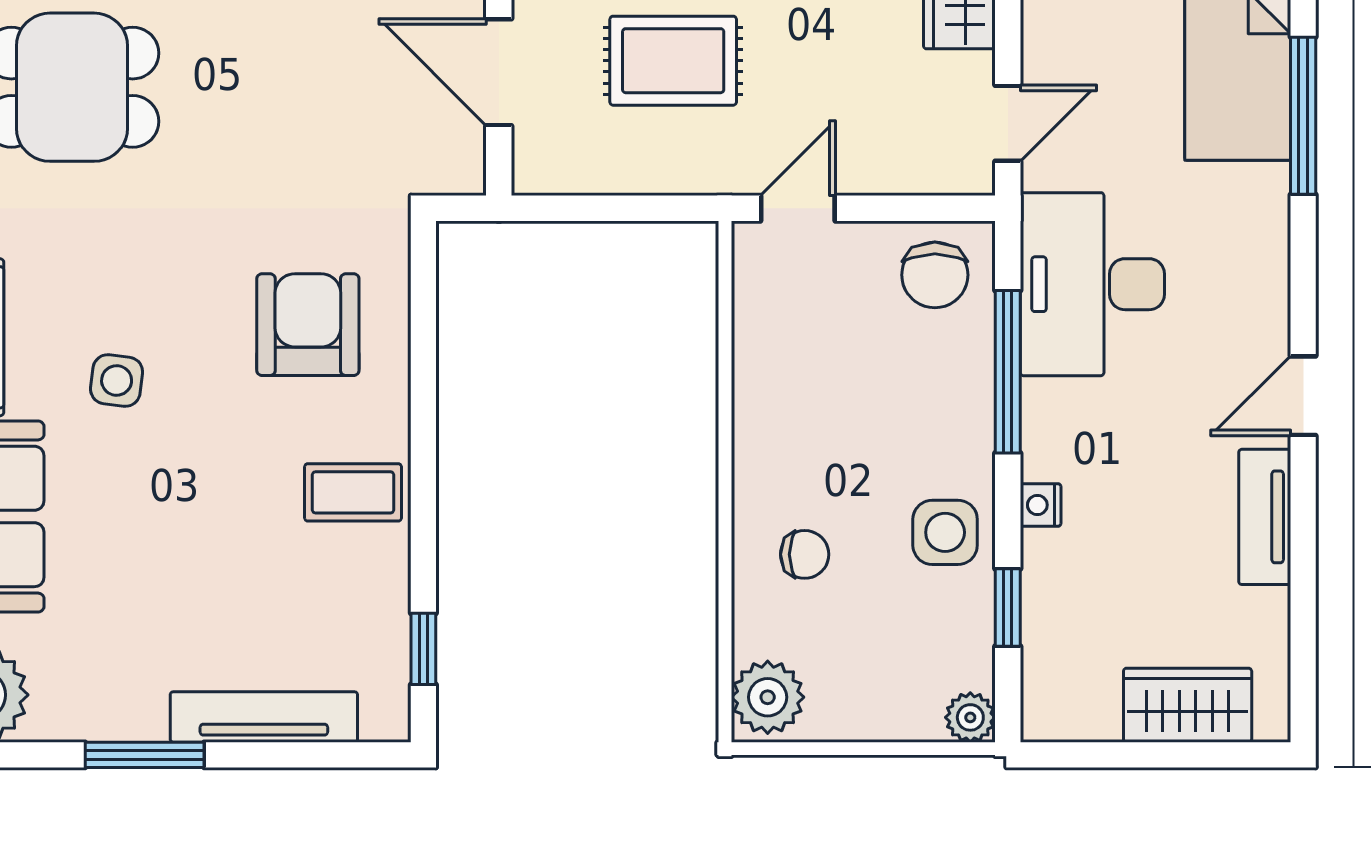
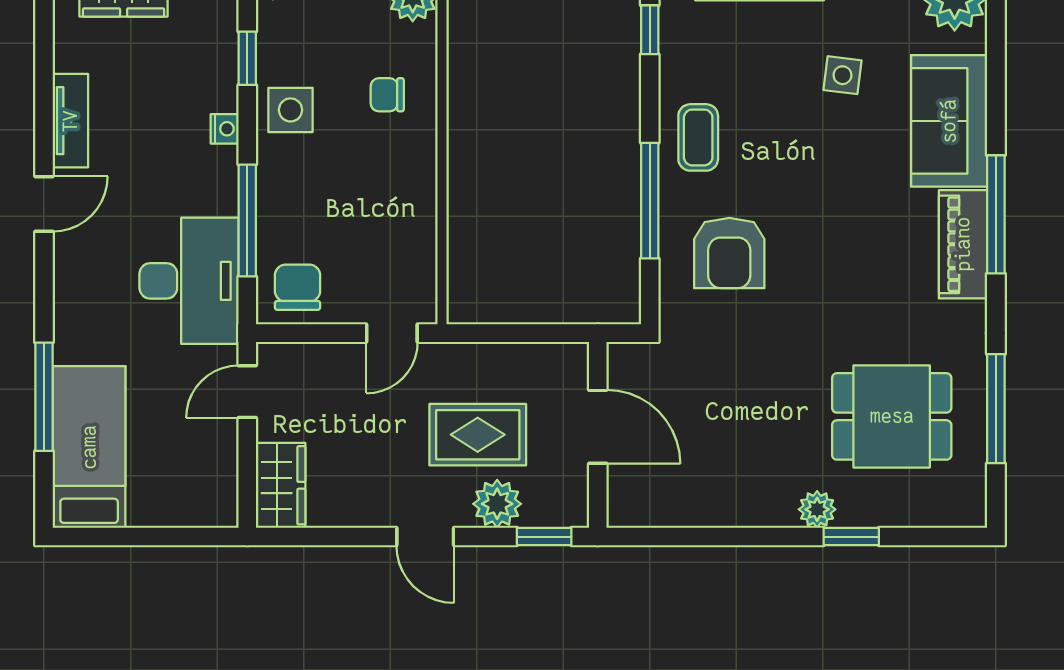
side table: (117, 381) -> (842, 75), moved
window: (423, 401) -> (650, 201), added
coffee table: (353, 492) -> (698, 137), turned 90

